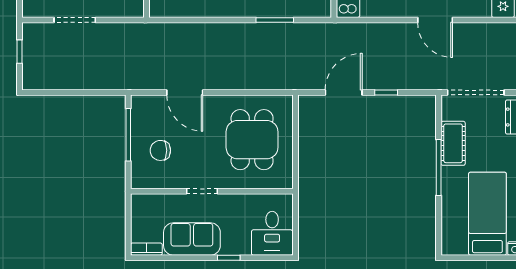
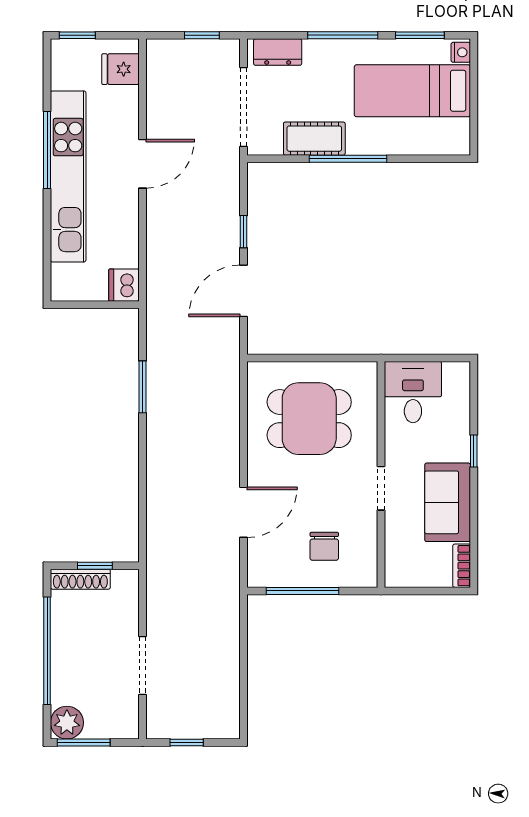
door: (344, 93) -> (244, 291), hinge flipped
desk: (272, 233) -> (413, 392), moved, turned -90

